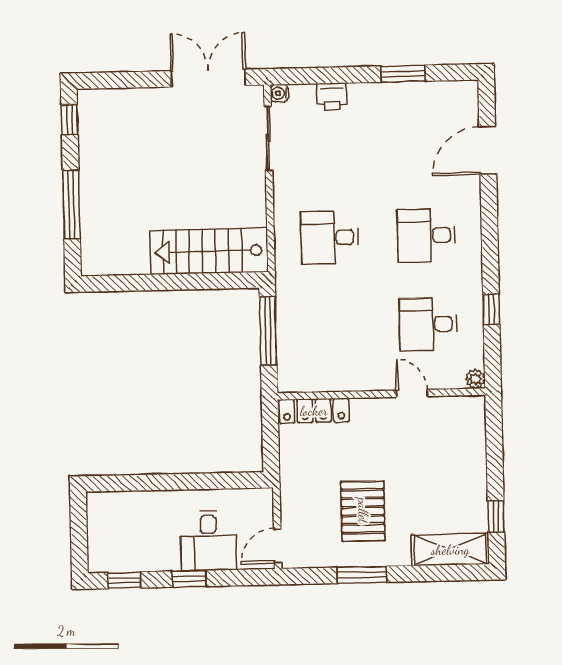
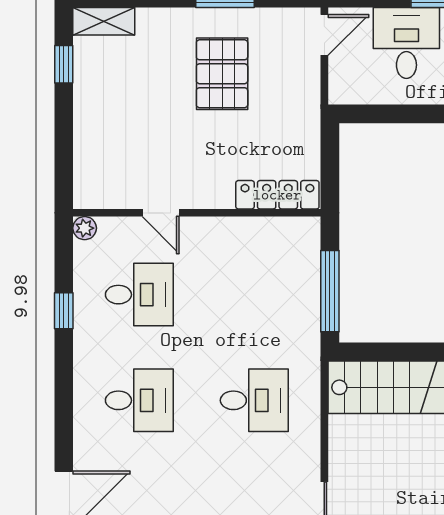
shelving: (450, 550) -> (104, 21), width x0.67, depth x0.75

